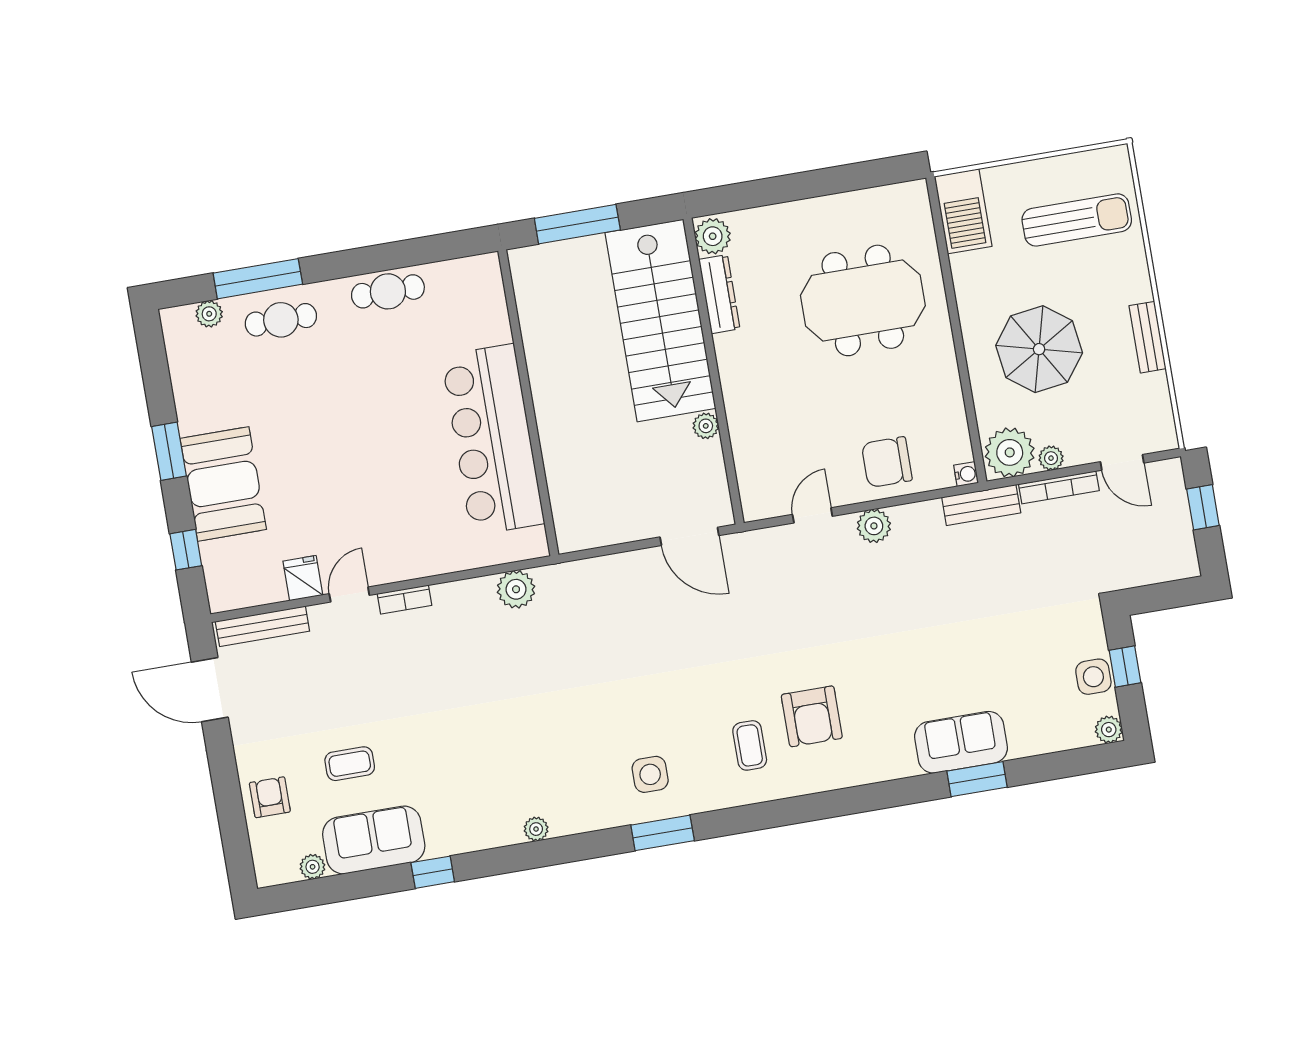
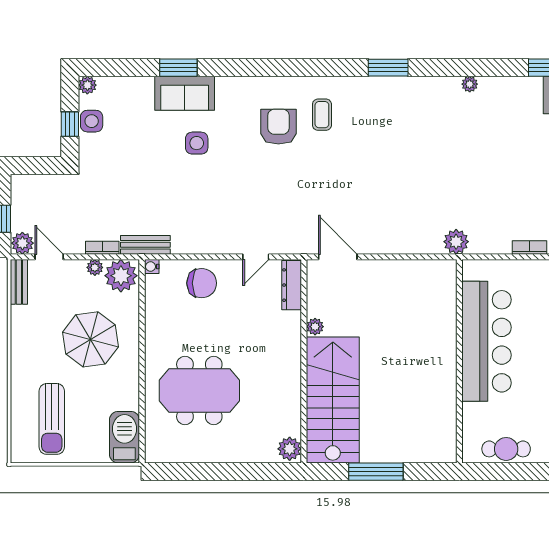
sun lounger: (1077, 220) -> (52, 419), turned -90
dresser: (719, 294) -> (292, 285), moved
bench: (1148, 337) -> (19, 282), moved
wall: (528, 403) -> (459, 361), moved
bar counter: (493, 440) -> (487, 341), moved
bookcase: (1059, 487) -> (102, 248), width x0.64
plant: (874, 526) -> (22, 243), moved
side table: (650, 774) -> (197, 143), moved

